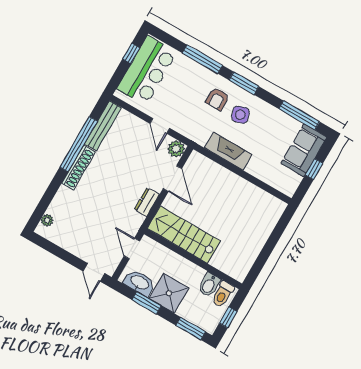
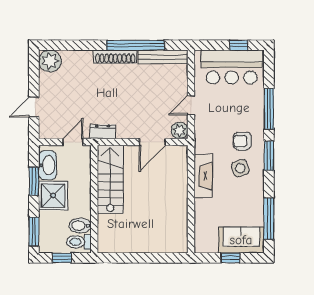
dresser: (147, 202) -> (103, 132), moved
plant: (47, 220) -> (50, 61), width x1.88, depth x1.88
door: (94, 272) -> (34, 107), moved

